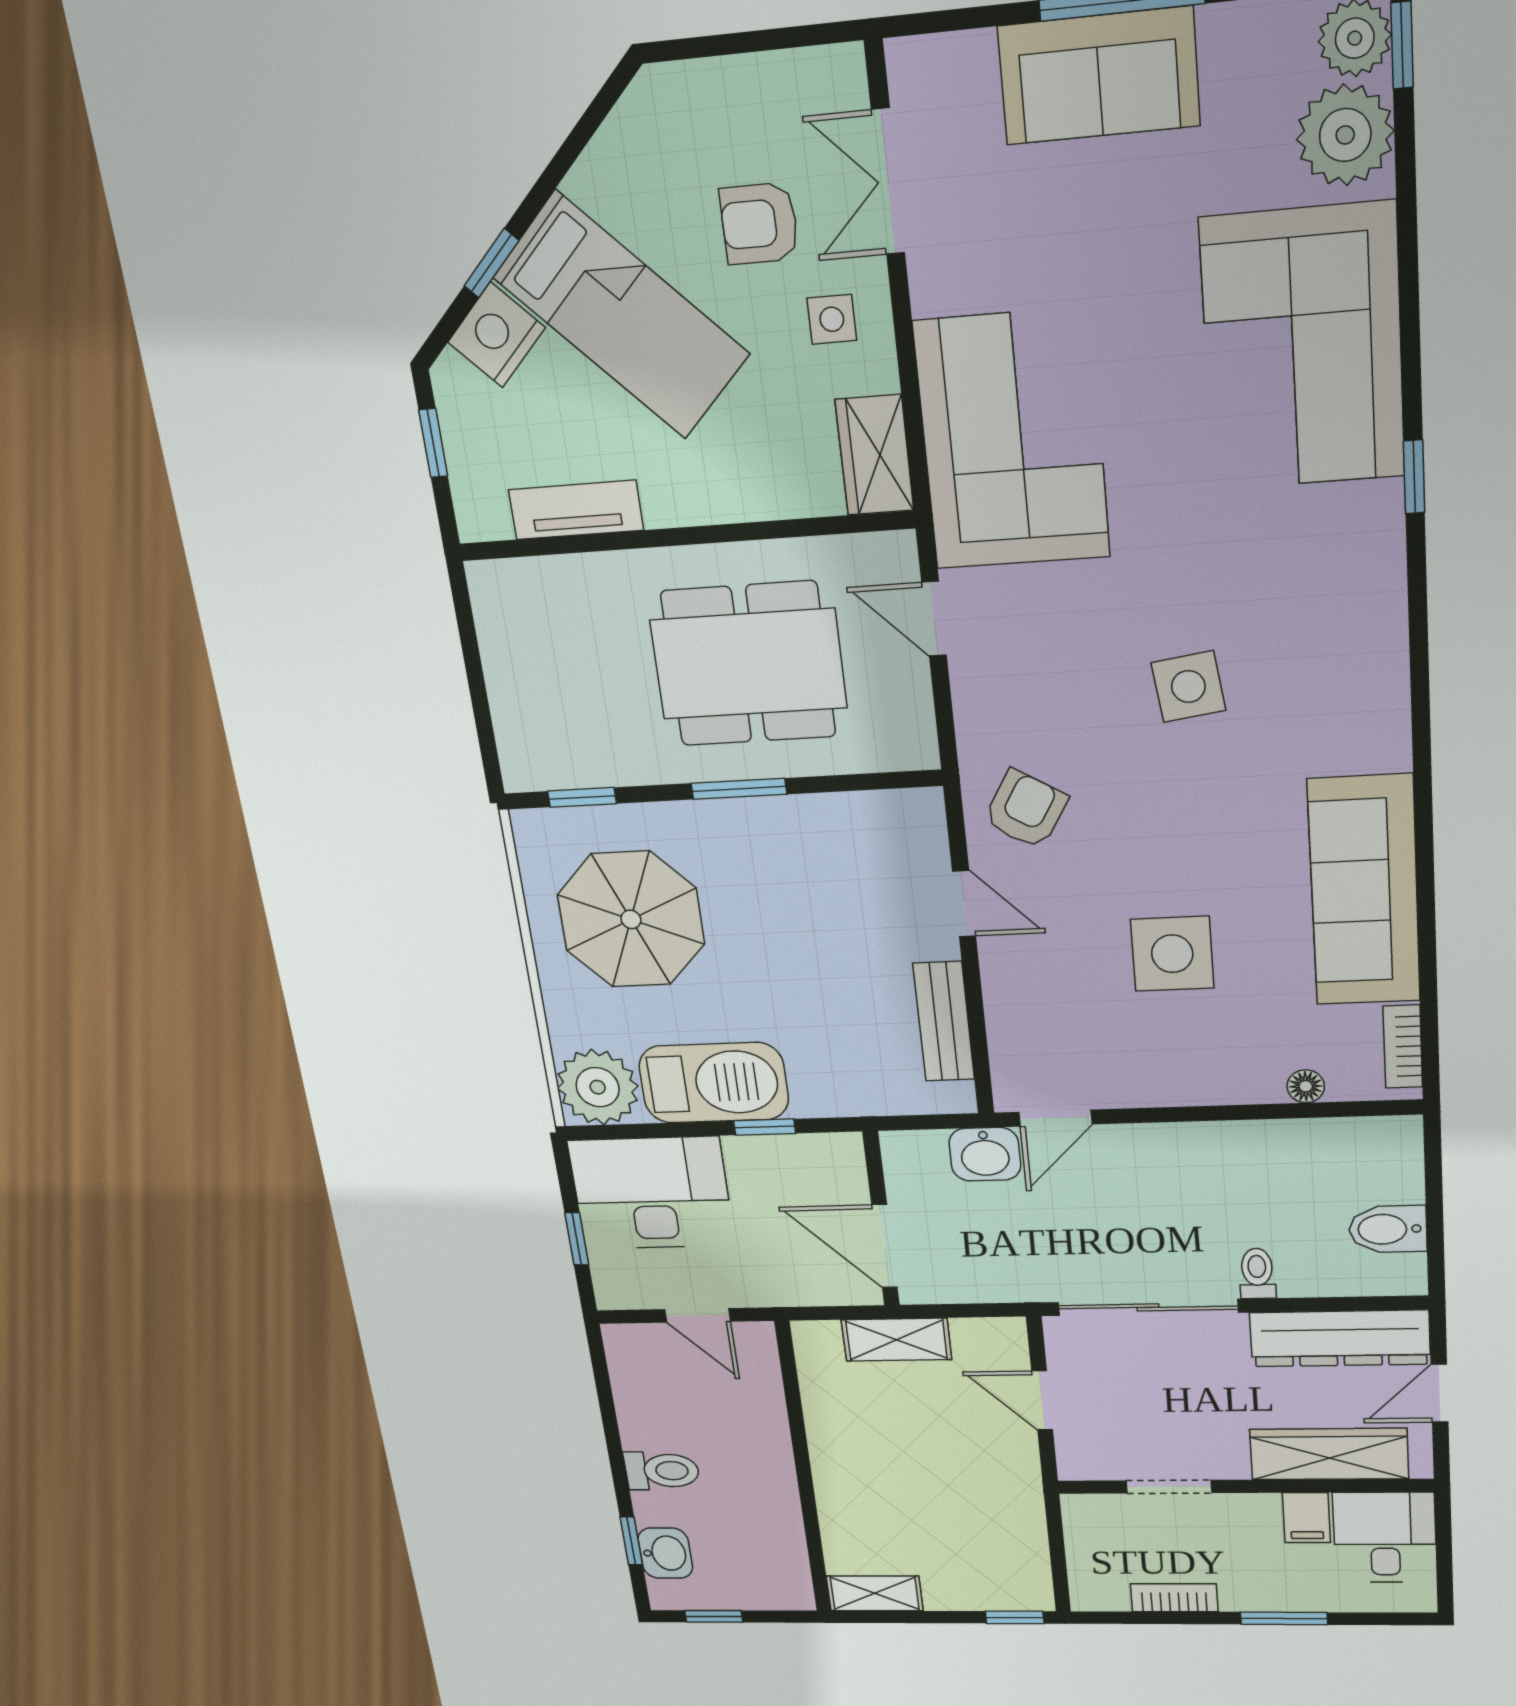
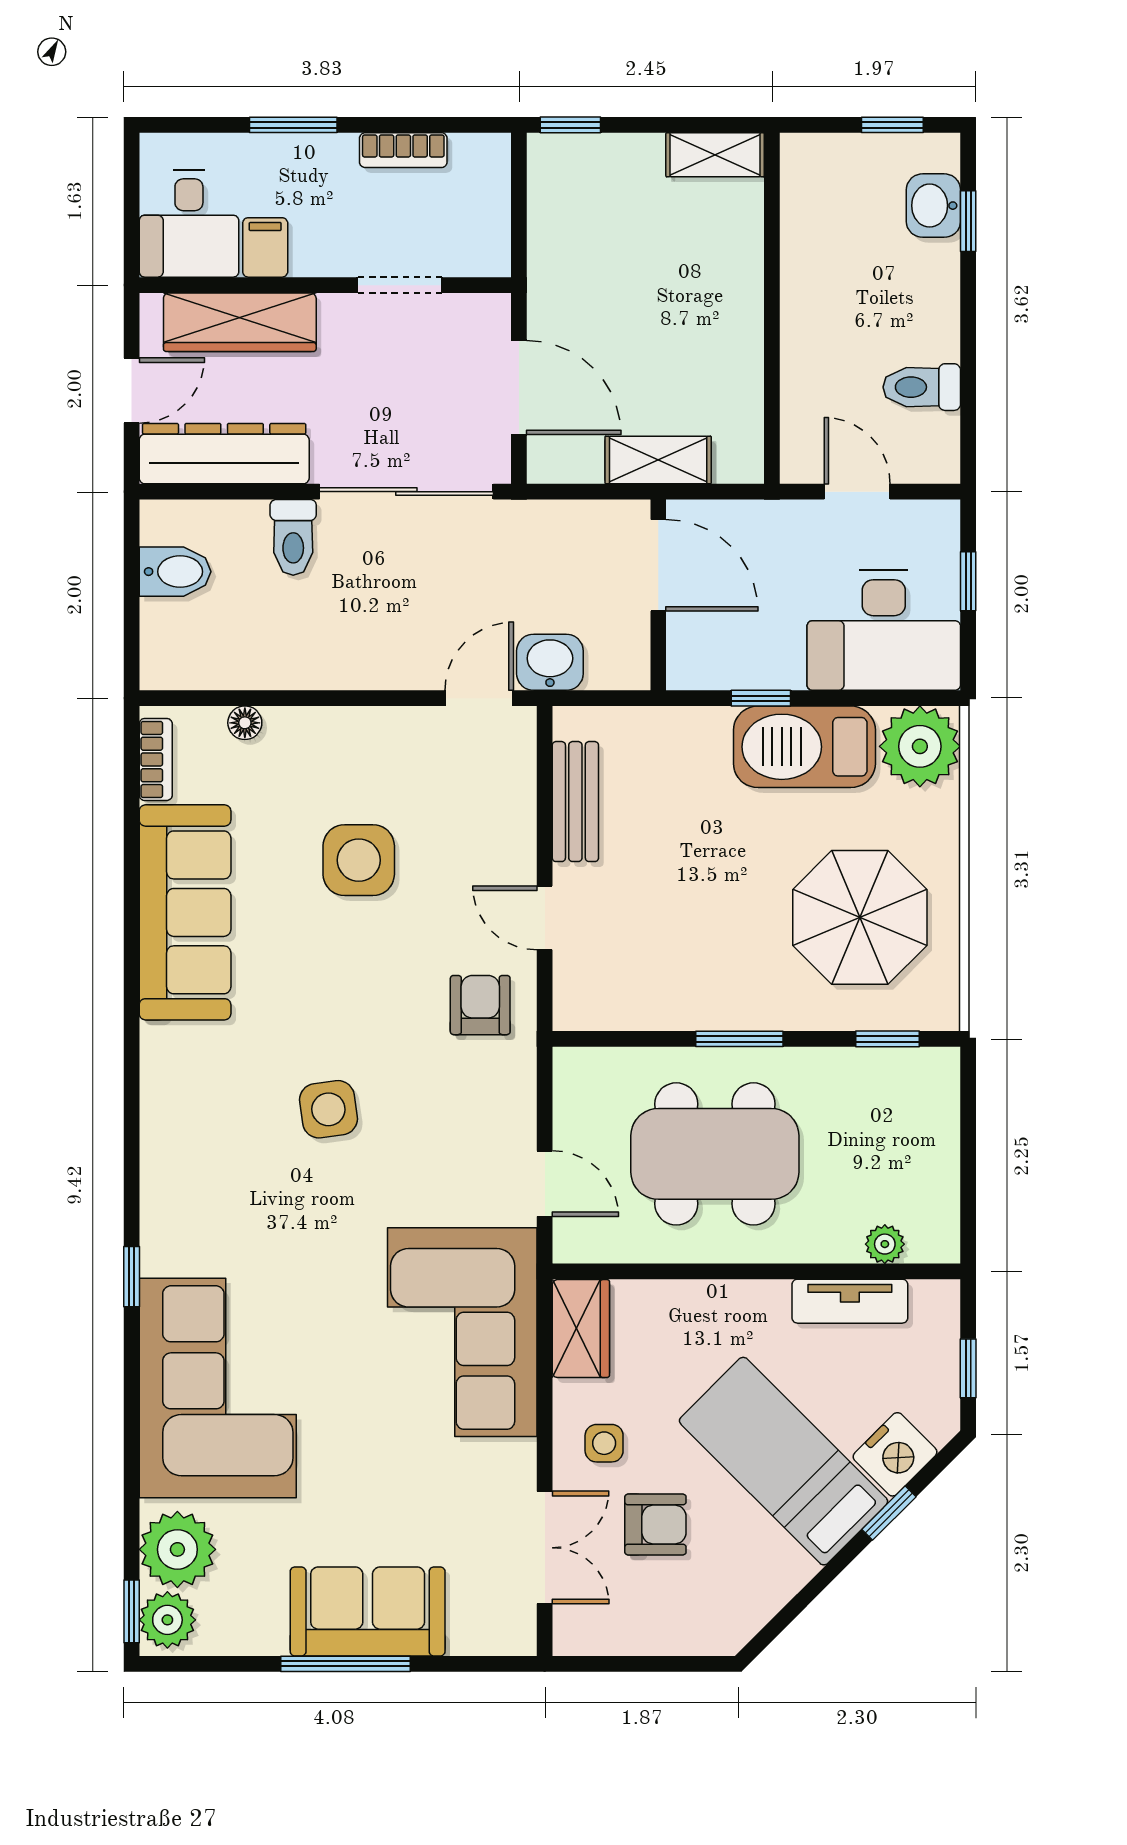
plant: (548, 577) -> (885, 1244), added
armchair: (1026, 809) -> (480, 1005), turned 149
toilet: (1257, 1273) -> (293, 537), width x1.37, depth x1.39
door: (1042, 1400) -> (519, 388), width x1.38
toilet: (662, 1471) -> (922, 387), moved

